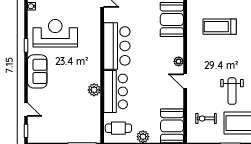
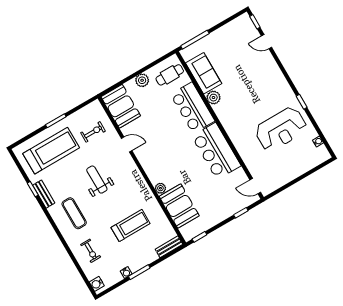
plant: (179, 61) -> (160, 188), moved
sofa: (37, 71) -> (204, 73), moved, turned 180
door: (185, 81) -> (127, 144), moved
weight bench: (232, 91) -> (97, 180), moved

